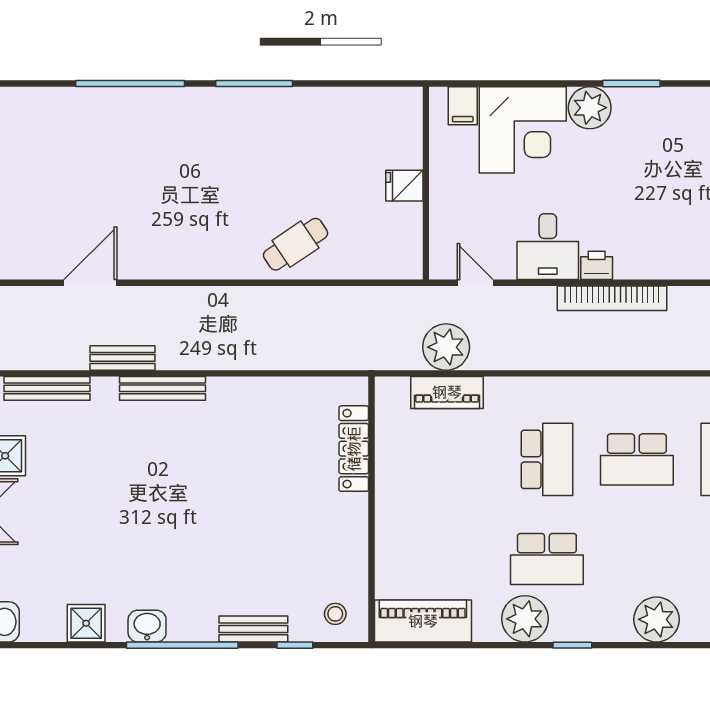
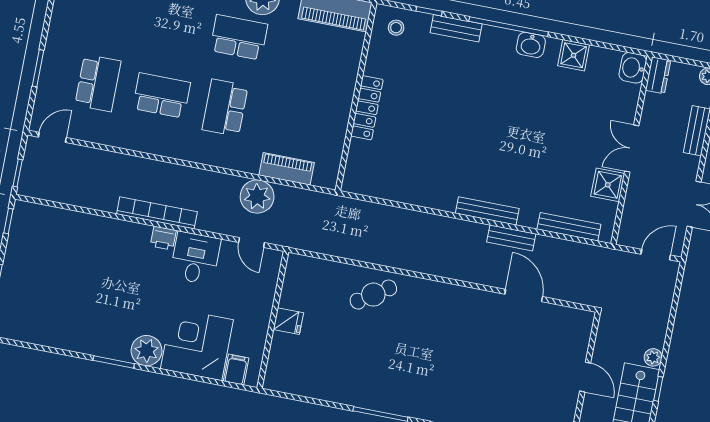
door: (90, 283) -> (524, 295), swing flipped
plant: (446, 347) -> (257, 196), moved
locker: (354, 449) -> (367, 108), moved

